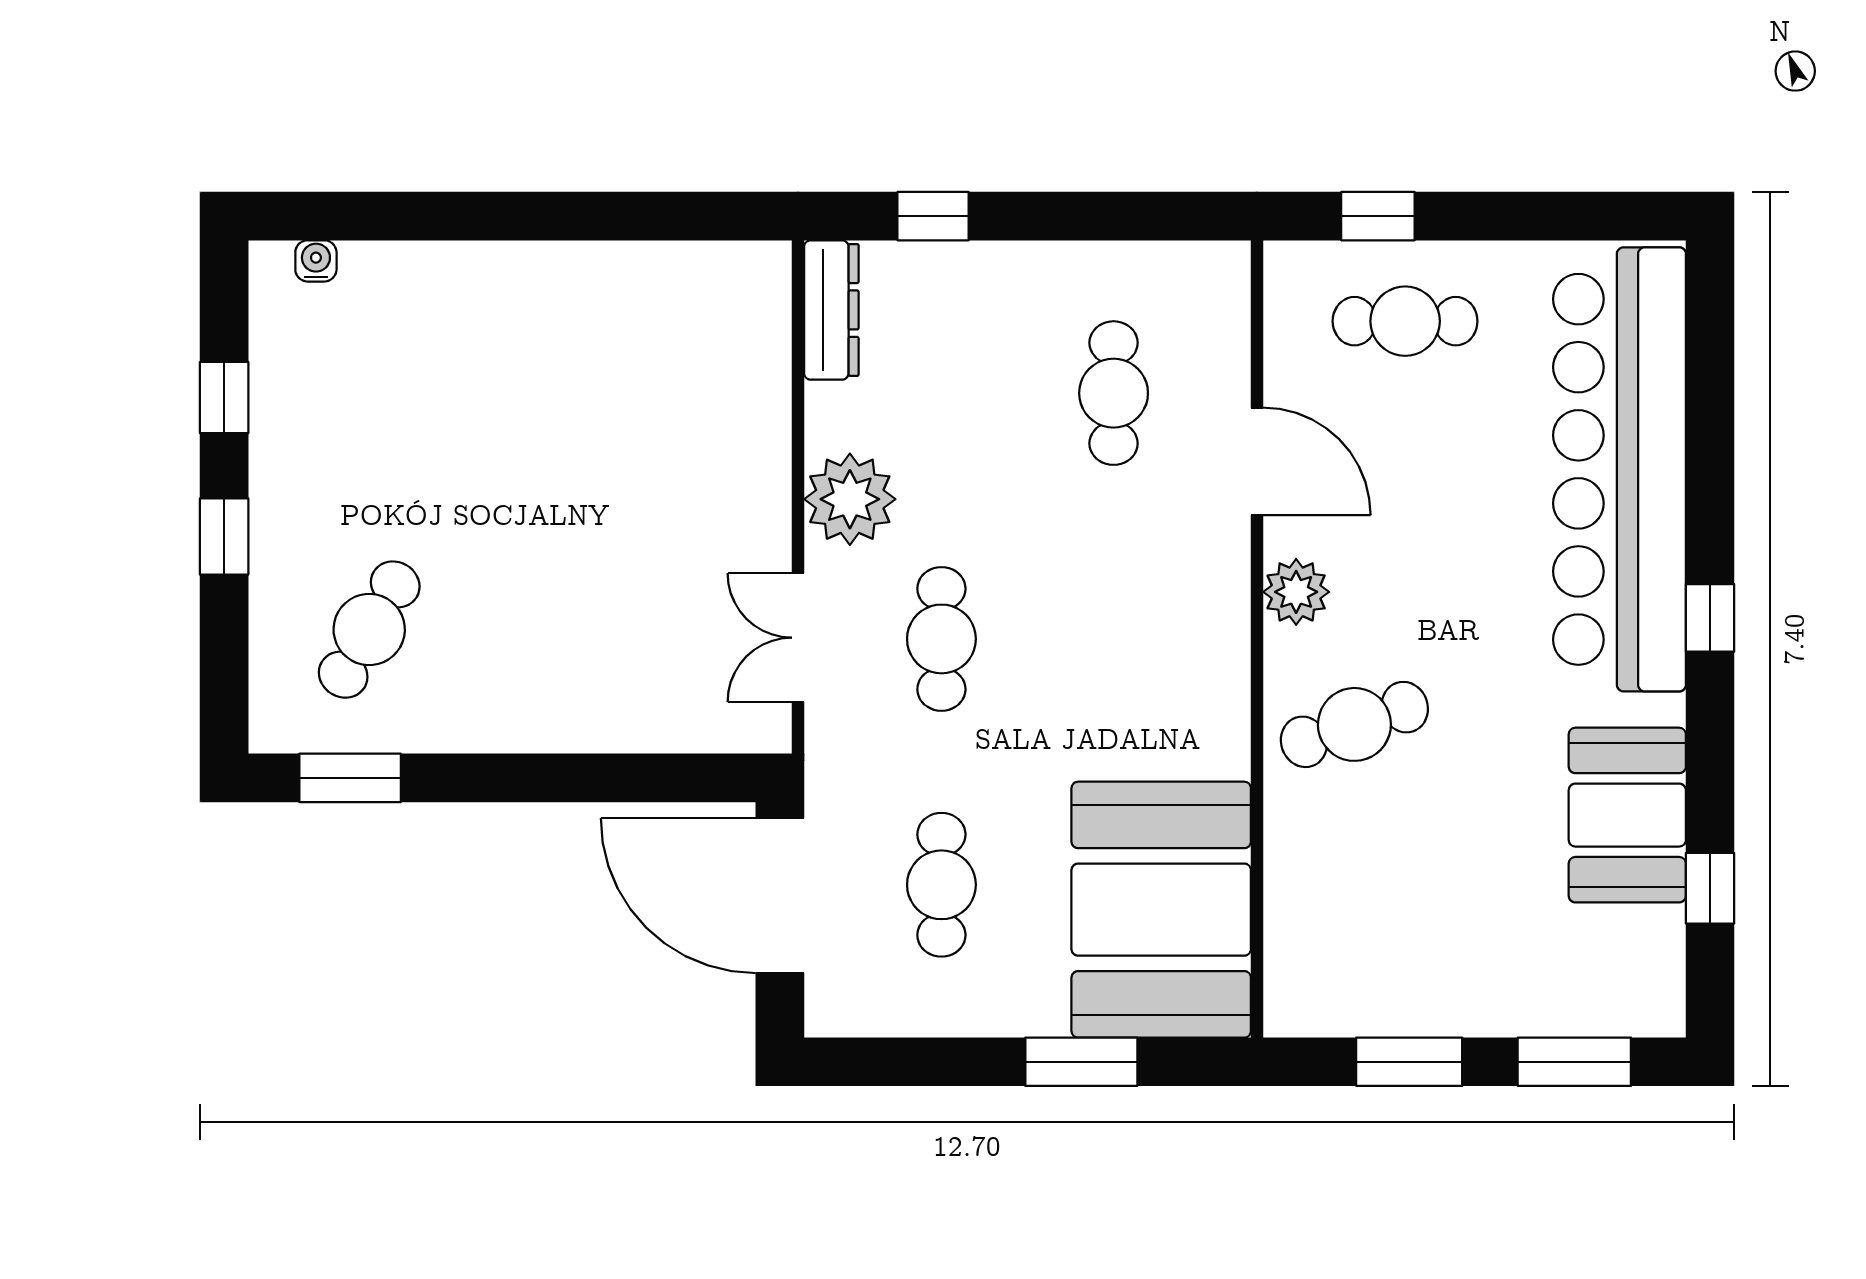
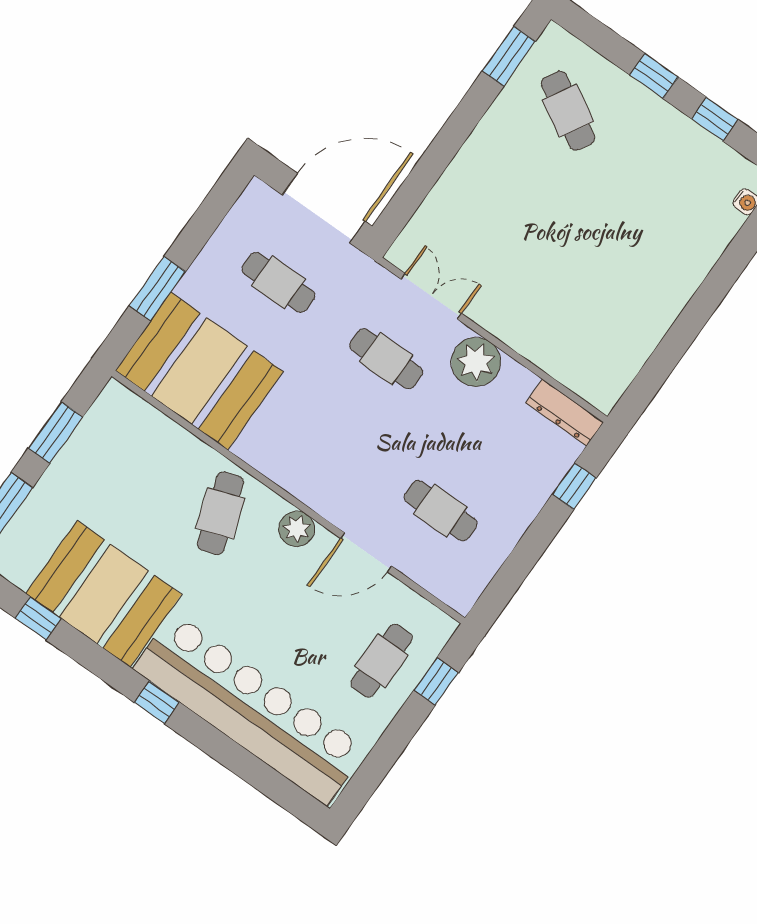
booth: (1627, 815) -> (104, 594), width x1.36, depth x1.42

